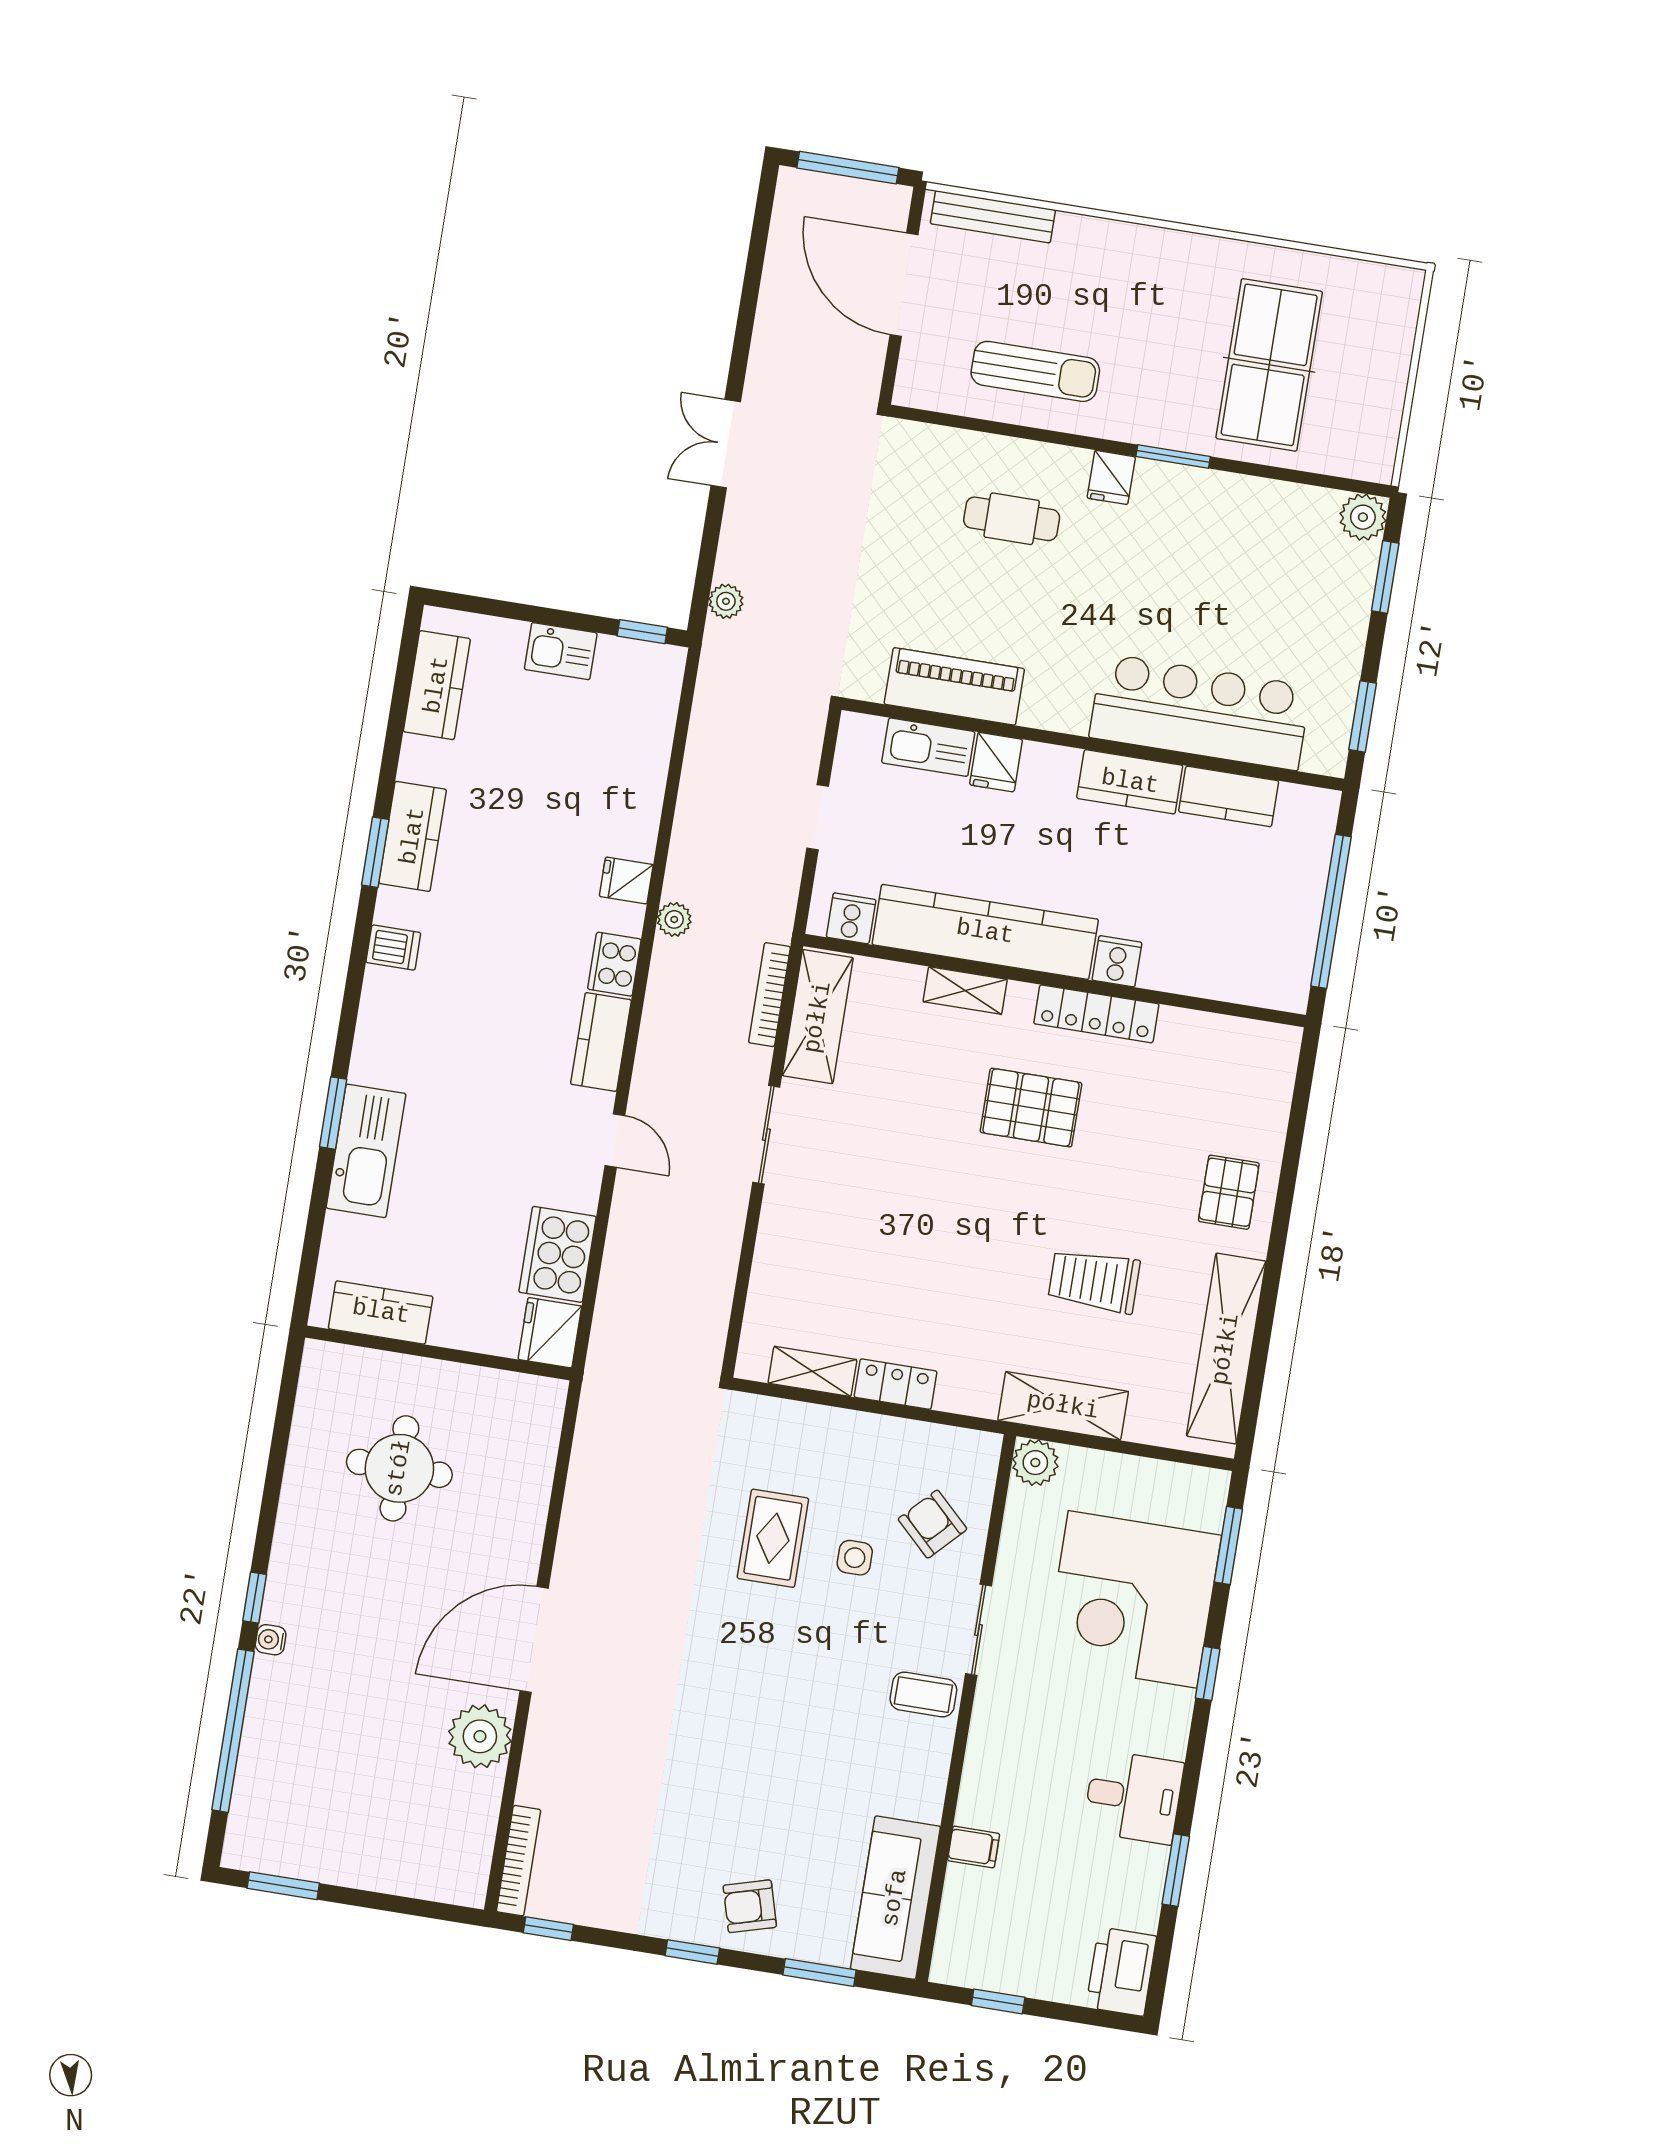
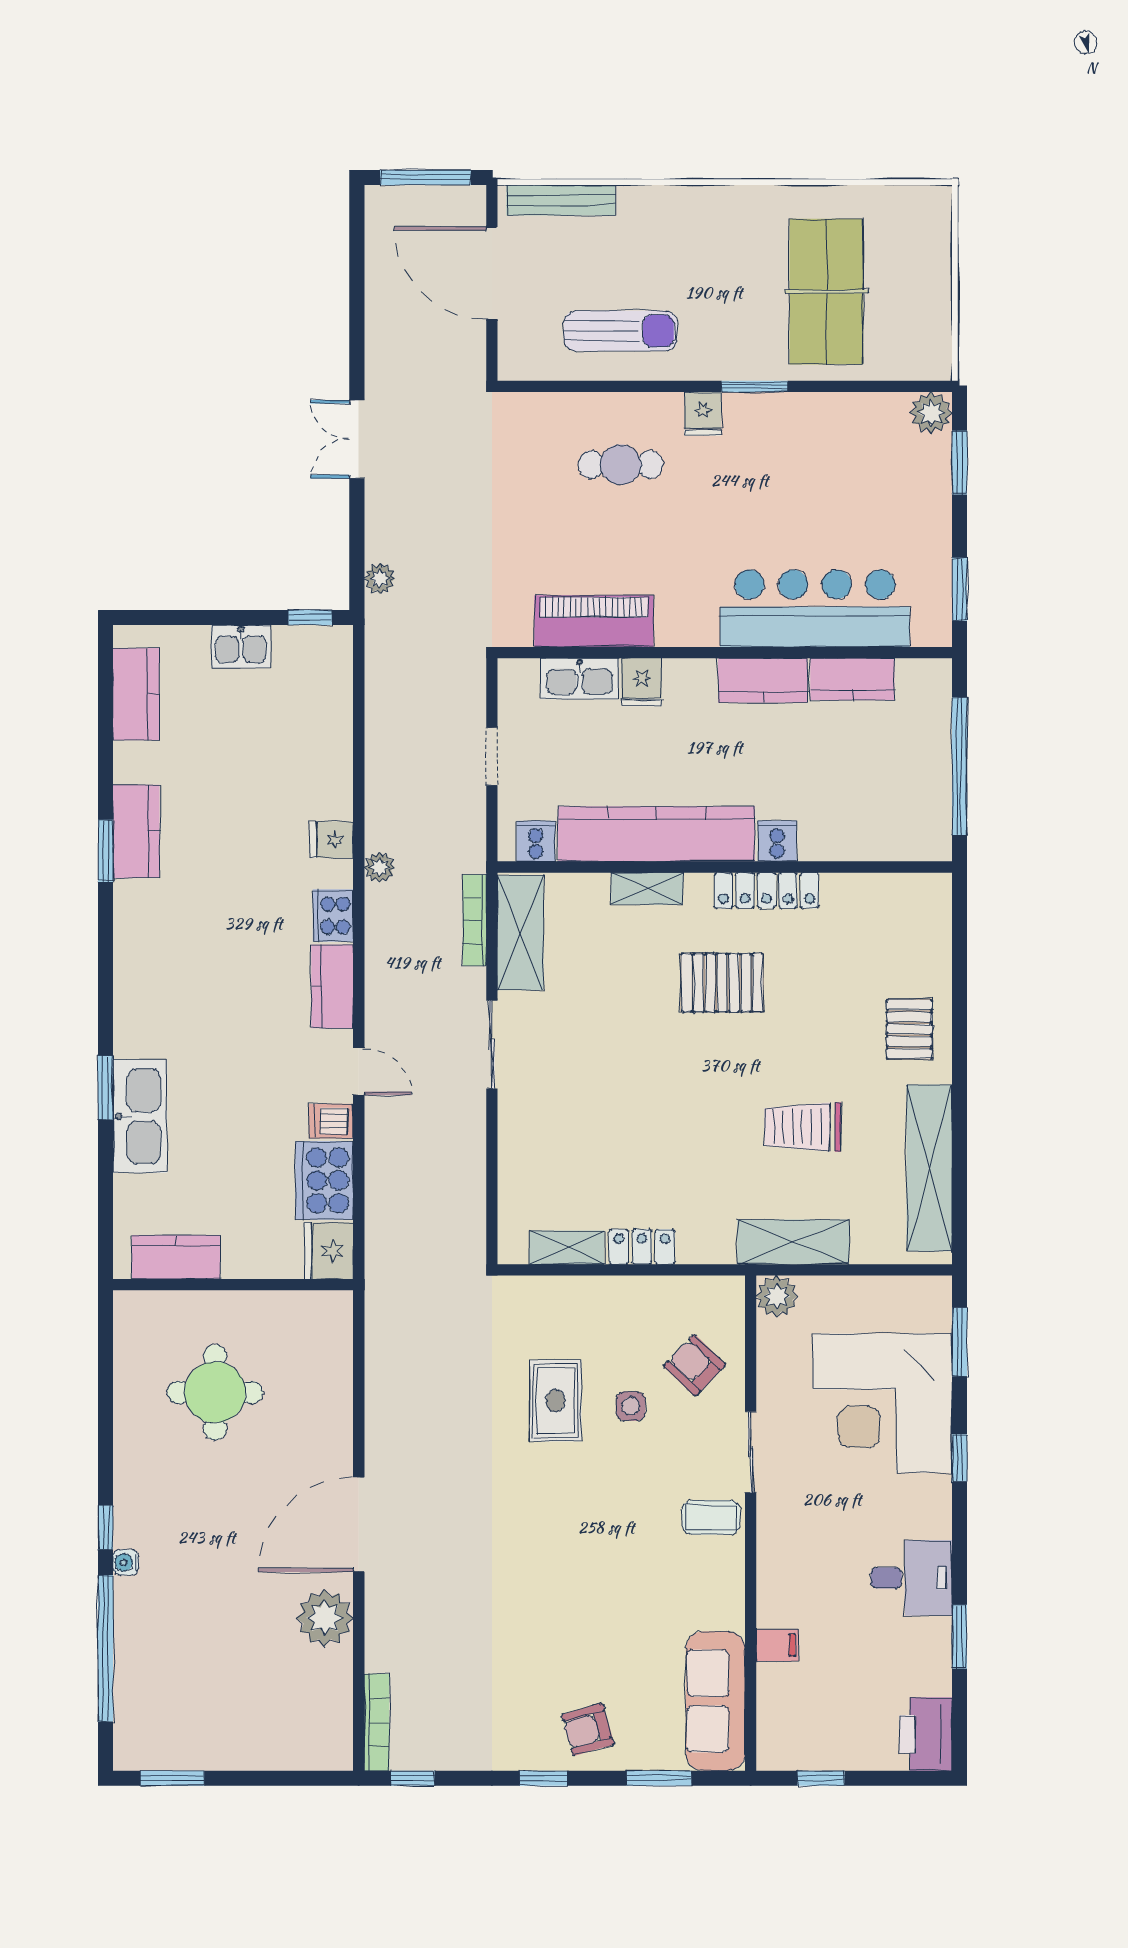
dishwasher: (393, 948) -> (331, 1121), moved, turned 180

